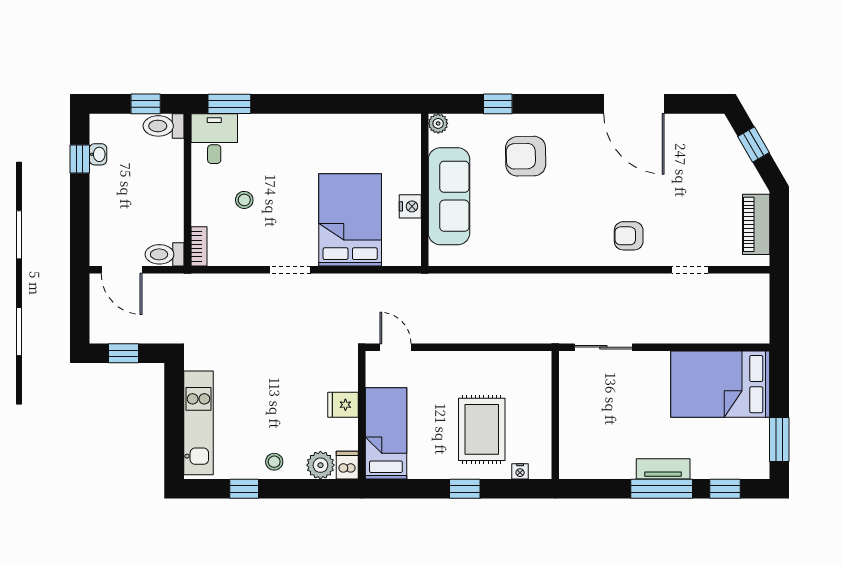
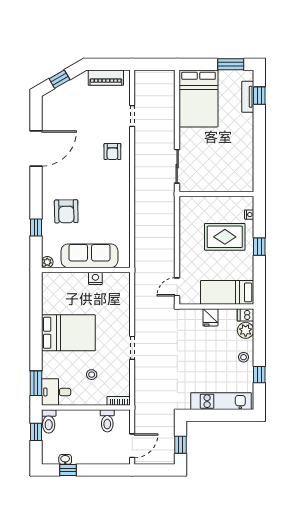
bed: (350, 220) -> (68, 333), moved, turned 180
toilet: (164, 254) -> (107, 421), moved
tv unit: (663, 469) -> (248, 97), moved
window: (662, 489) -> (259, 132), removed

